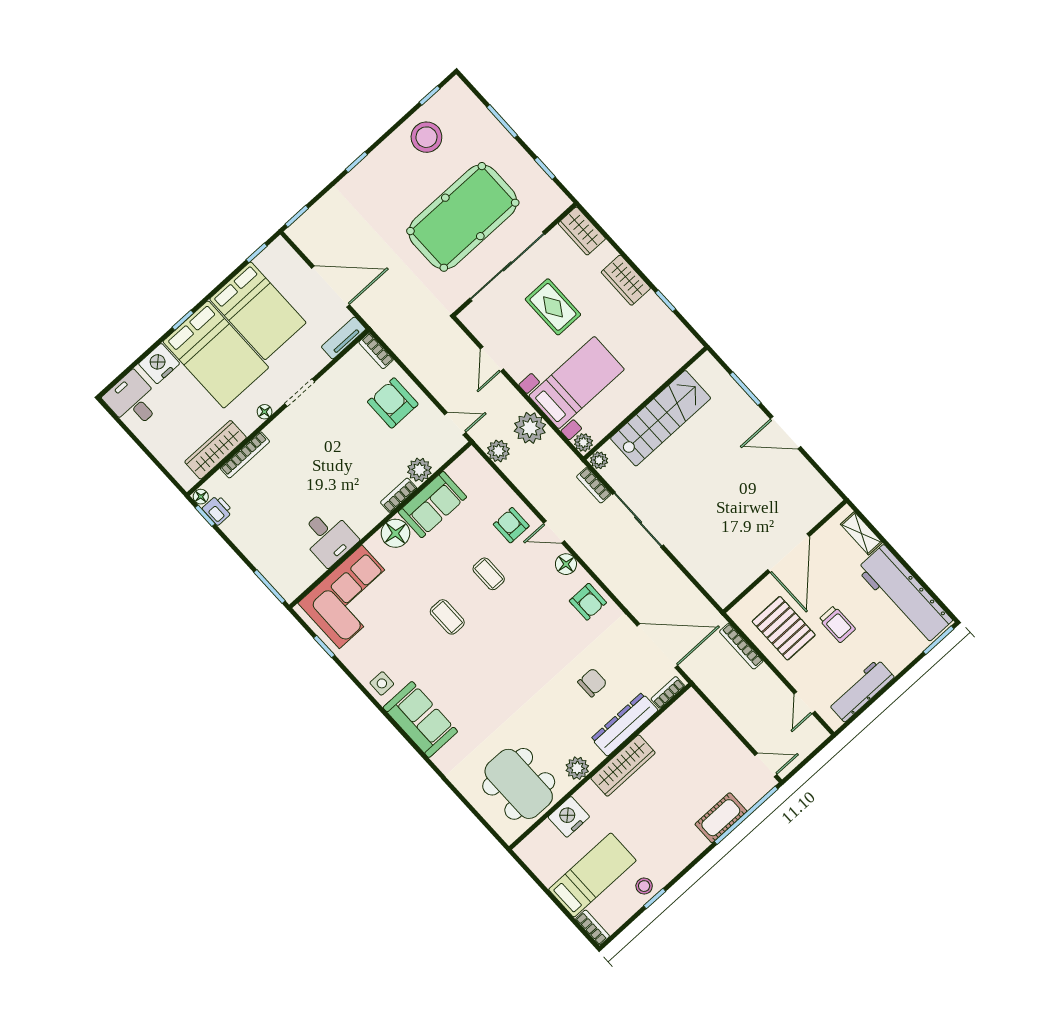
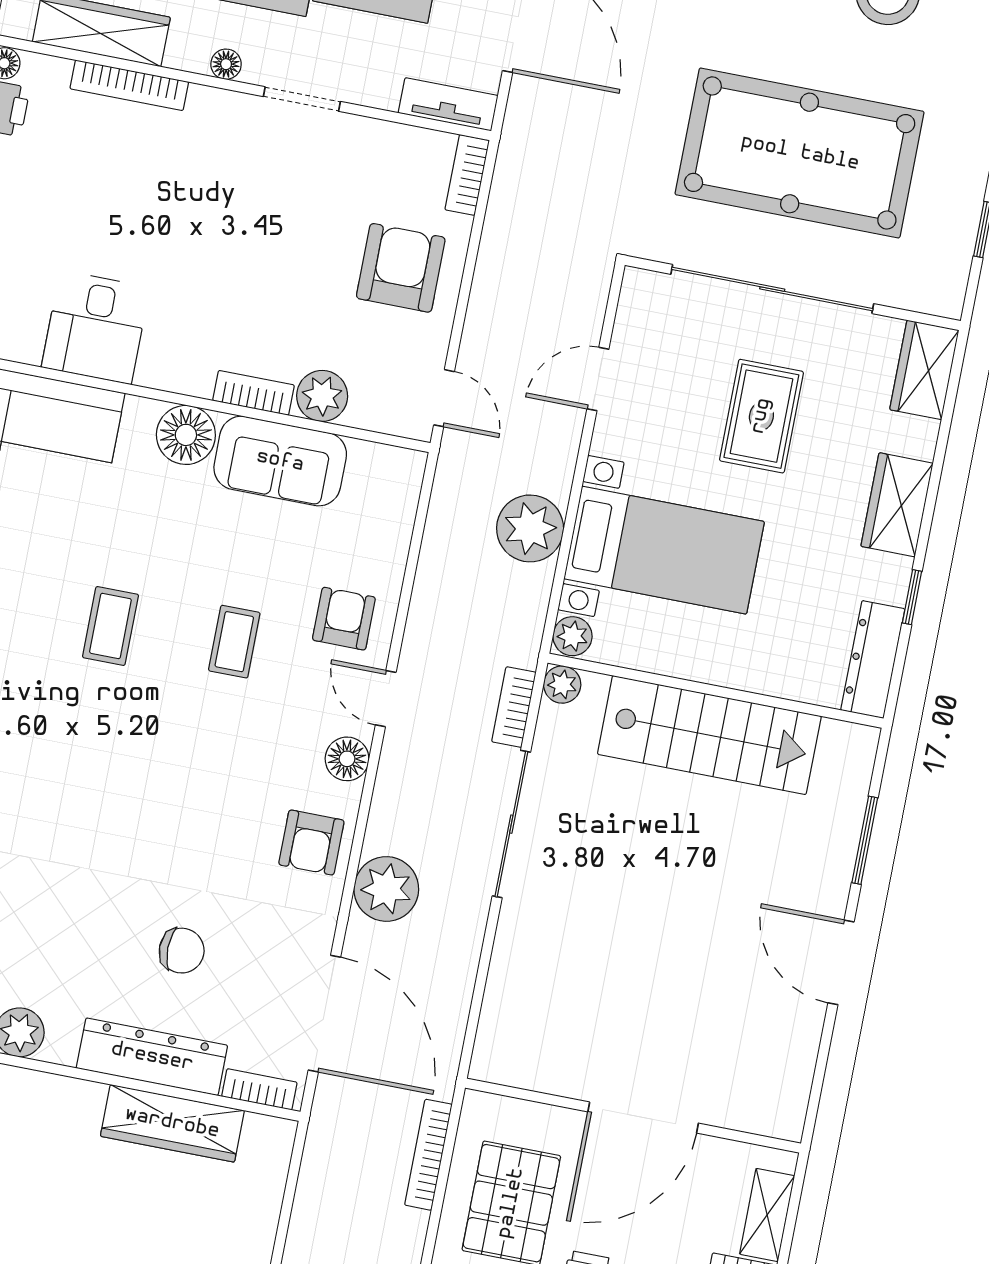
dresser: (678, 334) -> (873, 660), added
plant: (498, 451) -> (386, 889), moved, width x1.36, depth x1.36
wardrobe: (623, 766) -> (172, 1123), moved

